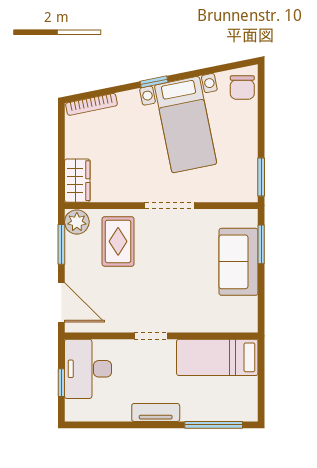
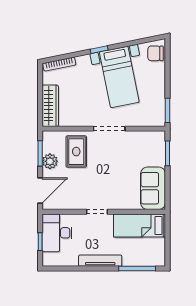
chair: (242, 87) -> (155, 53), turned 90
wardrobe: (77, 181) -> (50, 106), width x1.50
plant: (77, 222) -> (50, 161), moved
sofa: (238, 262) -> (153, 188), moved
door: (61, 302) -> (40, 190), hinge flipped
tv unit: (156, 412) -> (100, 261), width x1.41

